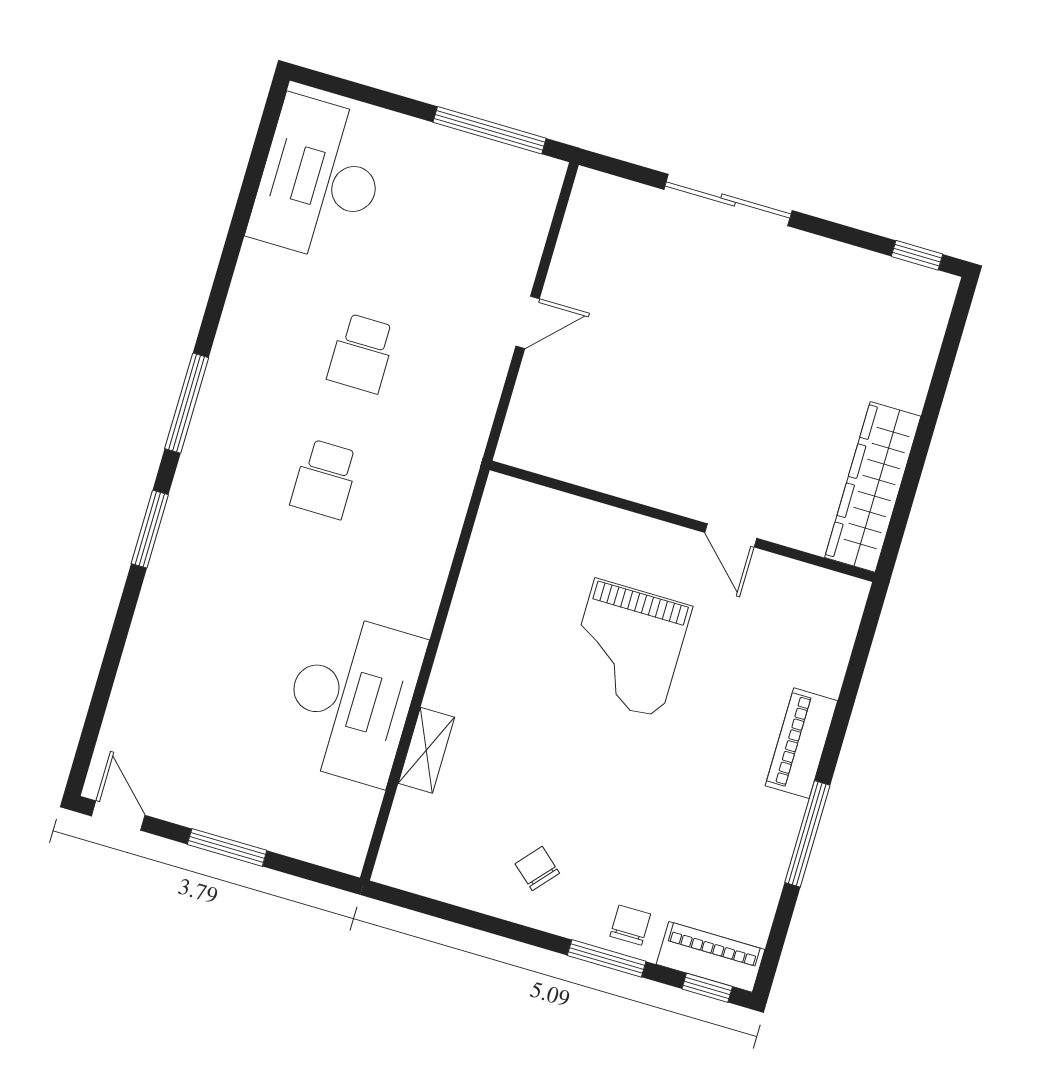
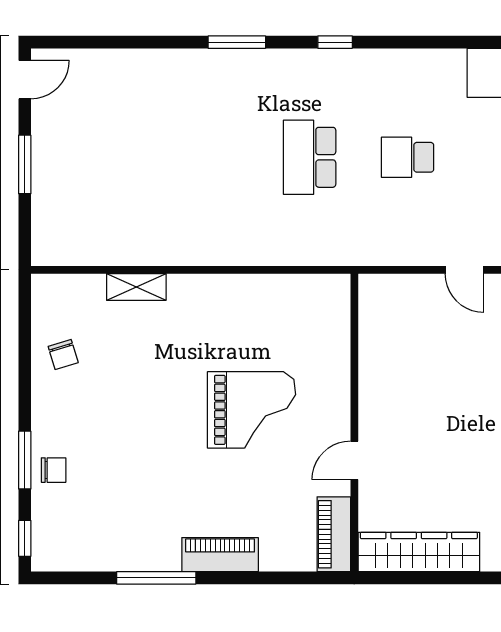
window: (187, 403) -> (335, 42), width x0.46
school desk: (325, 479) -> (310, 157), width x1.85
grand piano: (627, 648) -> (252, 410), turned 180
desk: (351, 699) -> (158, 222), removed
chair: (537, 868) -> (63, 354), moved, turned 122
piano: (711, 957) -> (334, 534), moved, turned 180

